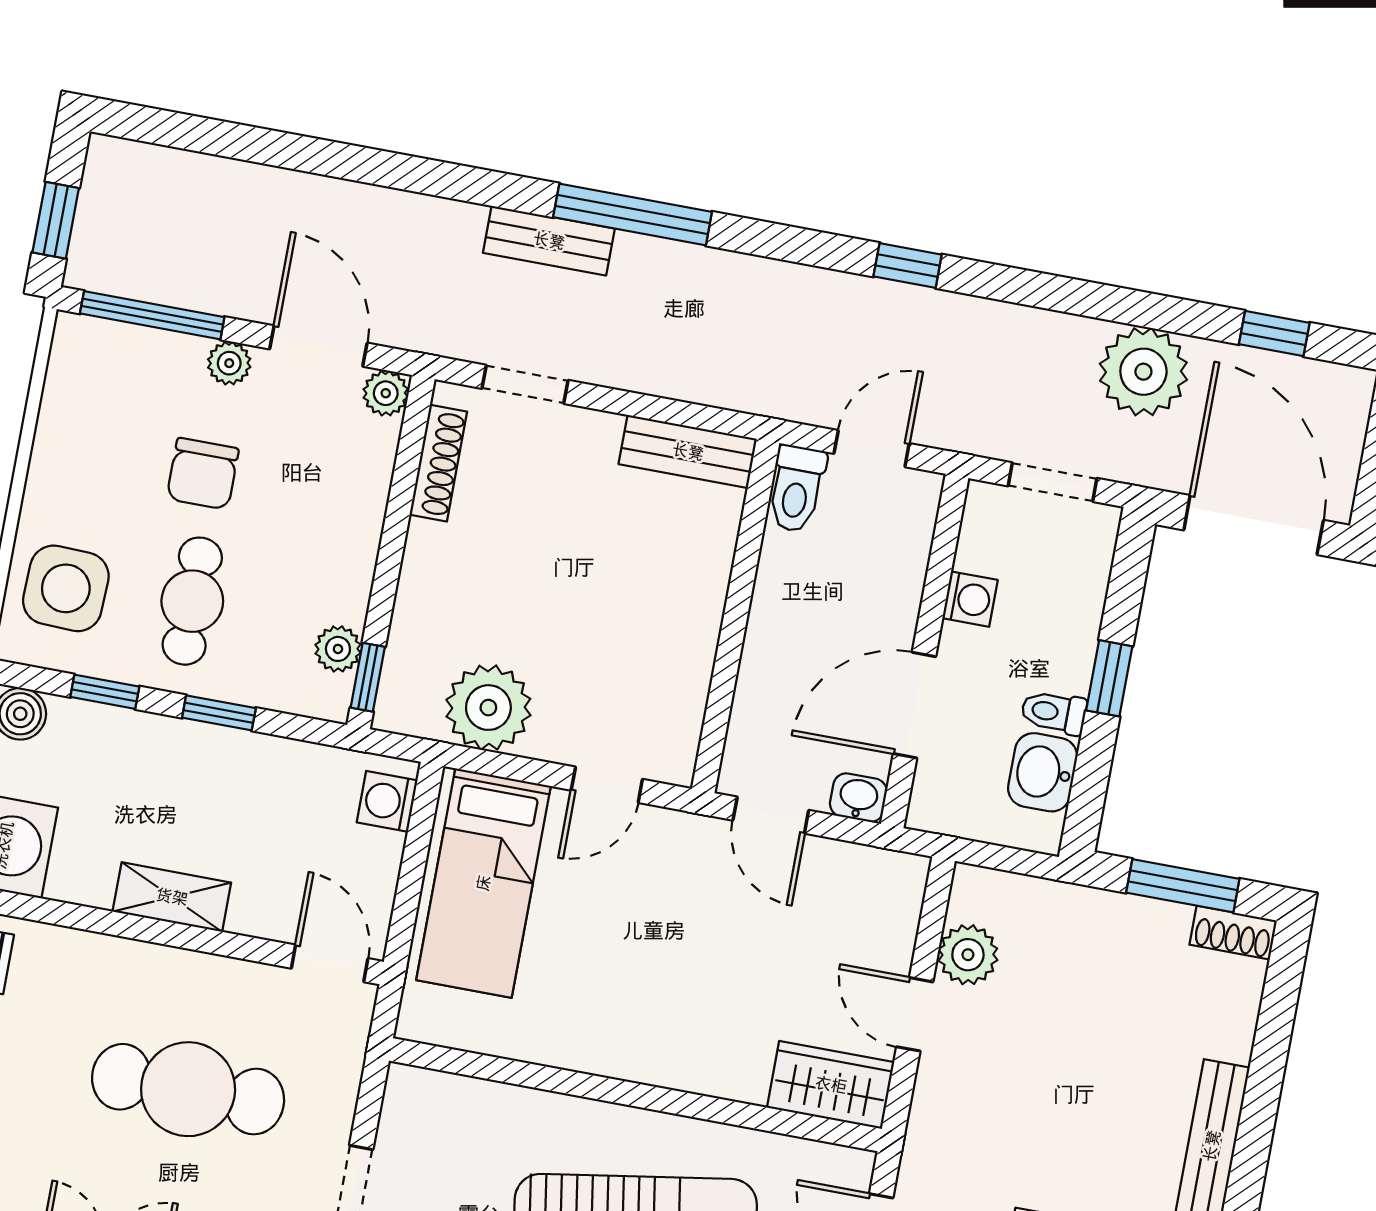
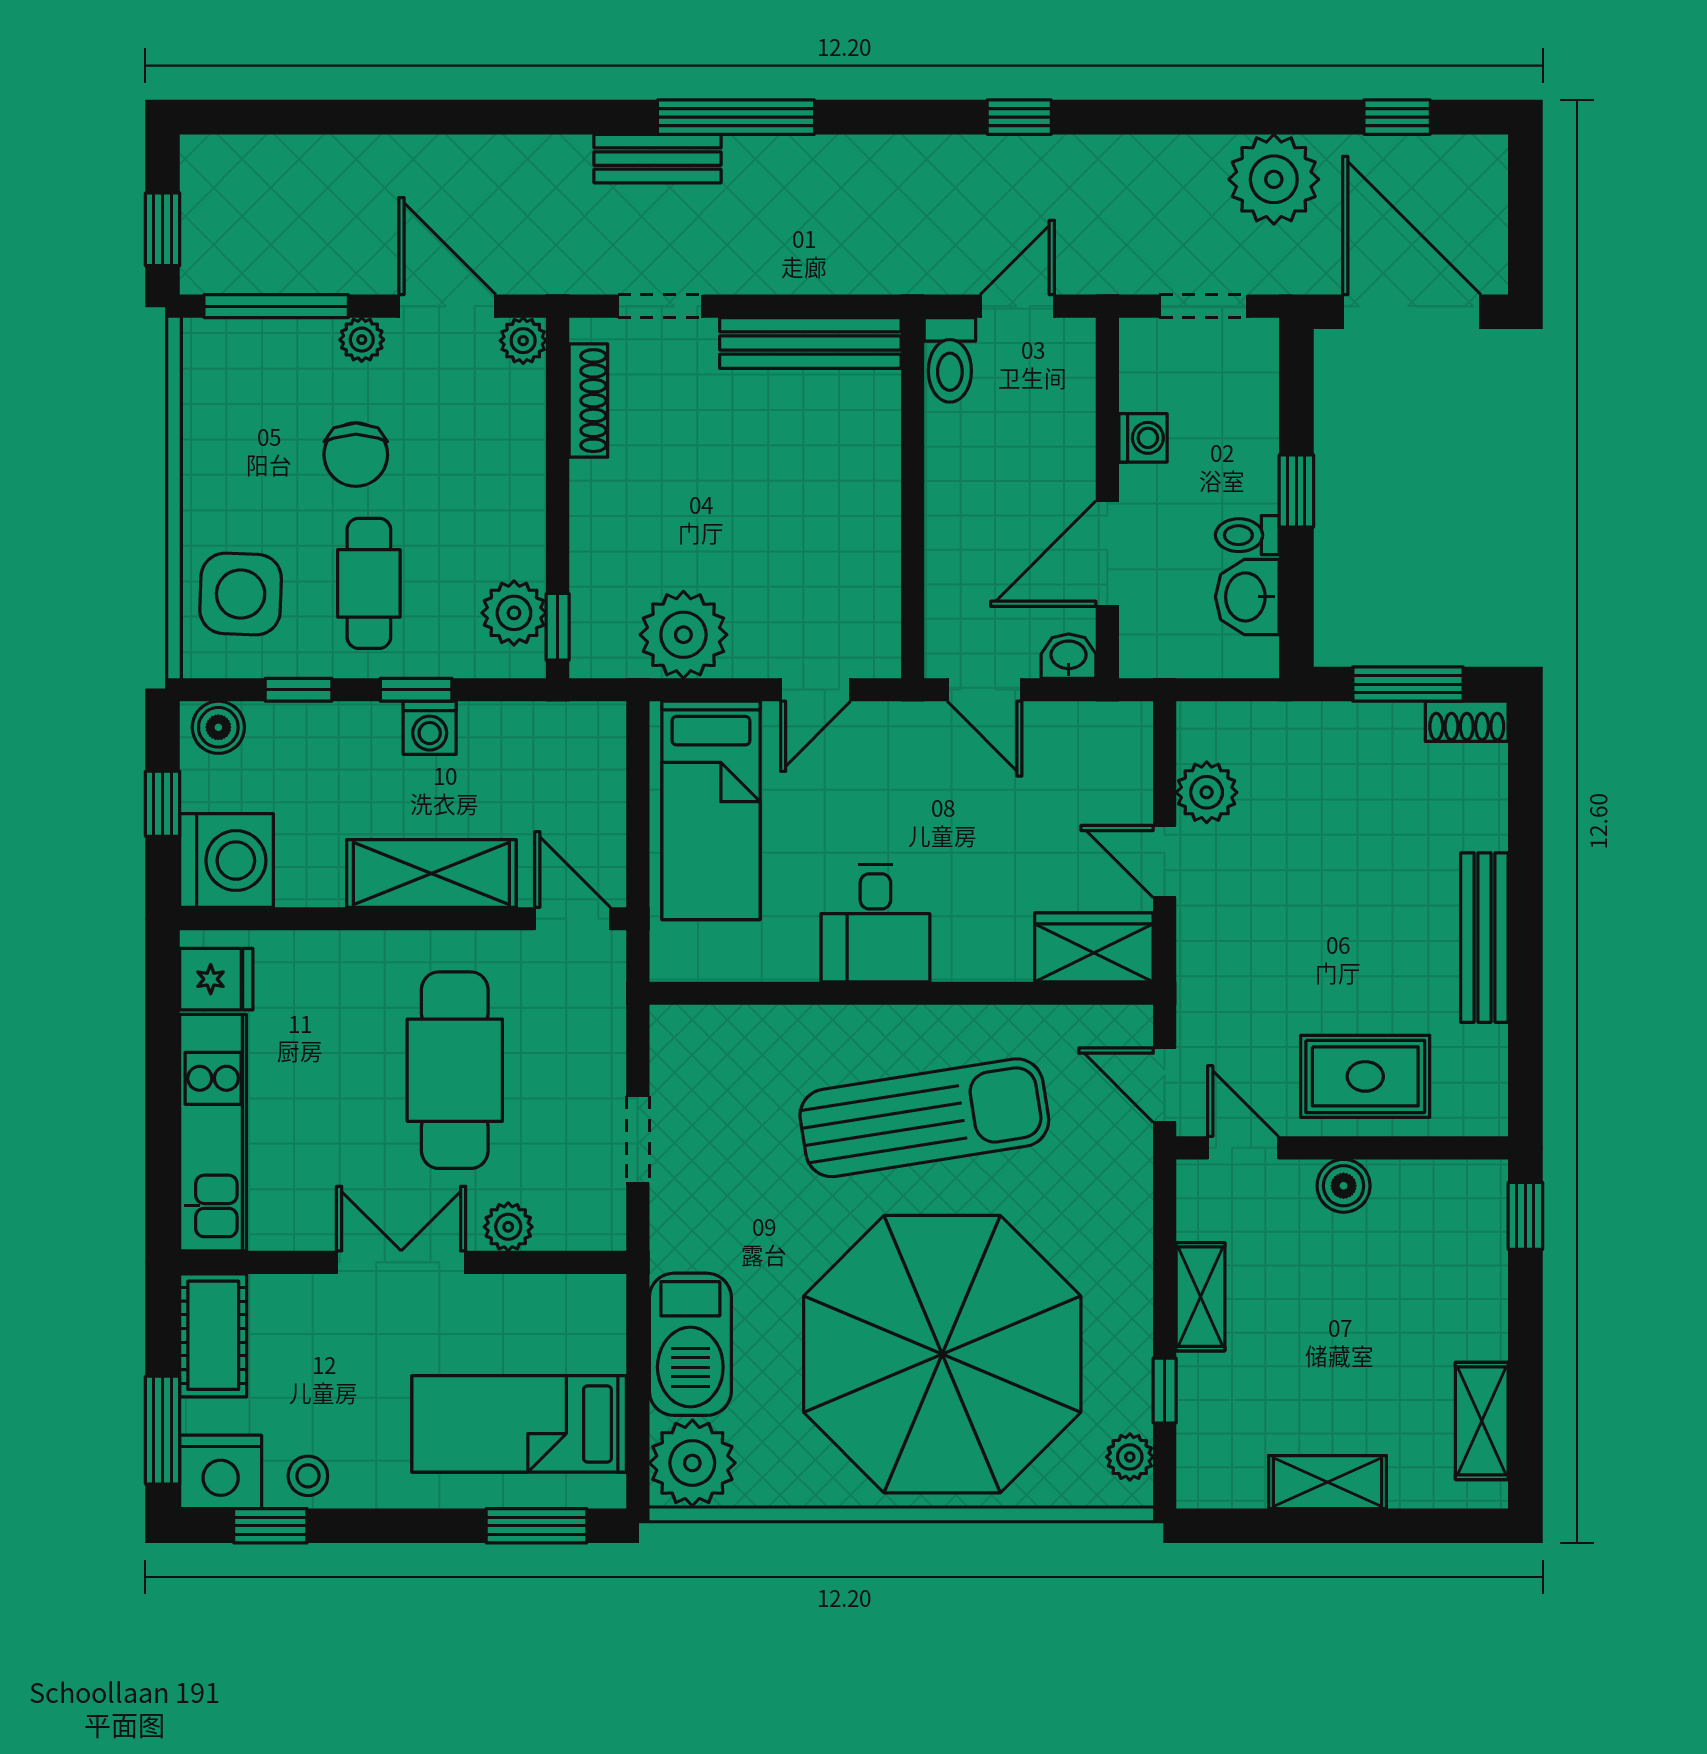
bench: (688, 452) -> (810, 343), width x1.36
plant: (338, 649) -> (514, 613), width x1.38, depth x1.38
washing machine: (387, 801) -> (430, 728), moved, turned -90
shelving: (172, 897) -> (431, 873), width x1.50, depth x1.33
desk: (623, 1022) -> (875, 923), added
cafe table: (188, 1089) -> (455, 1070), turned 90

